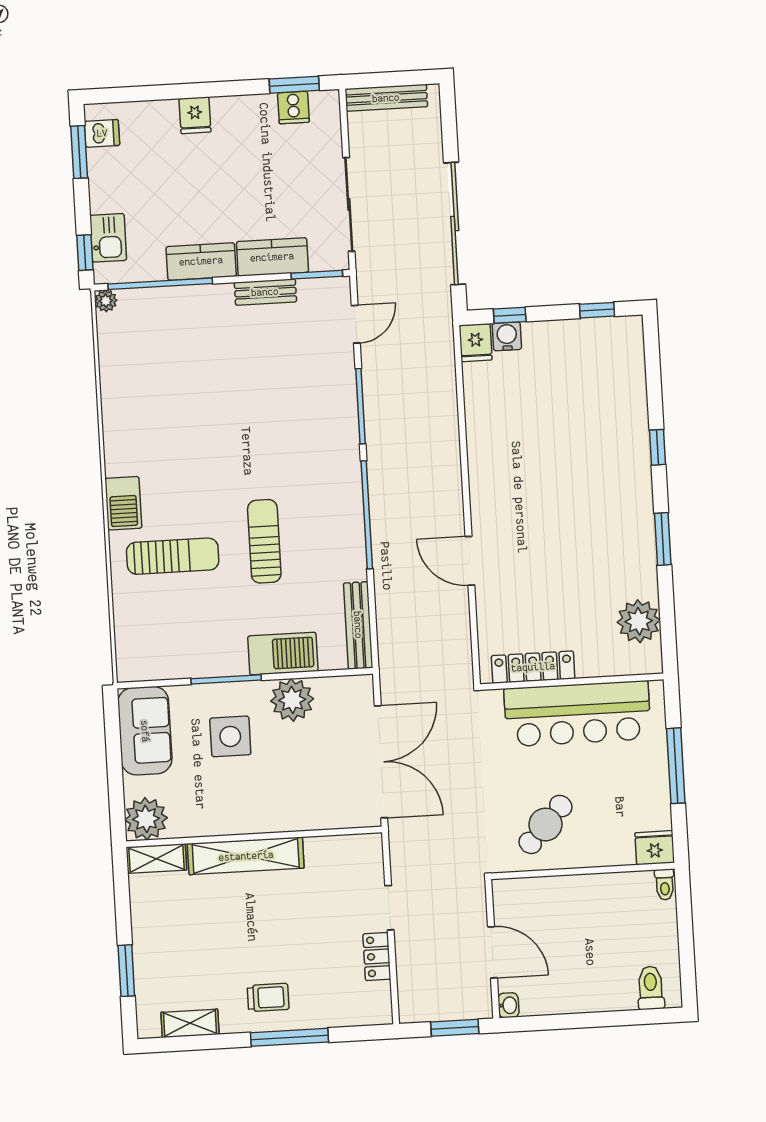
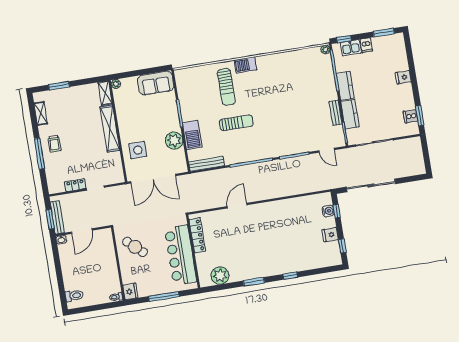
bench: (386, 98) -> (57, 217), moved
dishwasher: (102, 133) -> (366, 45), moved
fridge: (476, 343) -> (330, 235), moved
side table: (230, 736) -> (138, 150), moved
plant: (146, 819) -> (116, 84), width x0.53, depth x0.53

